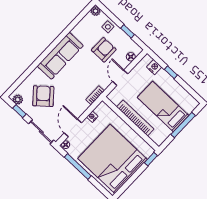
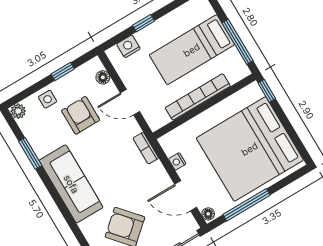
window: (72, 26) -> (30, 154), added
window: (183, 125) -> (237, 42), moved

